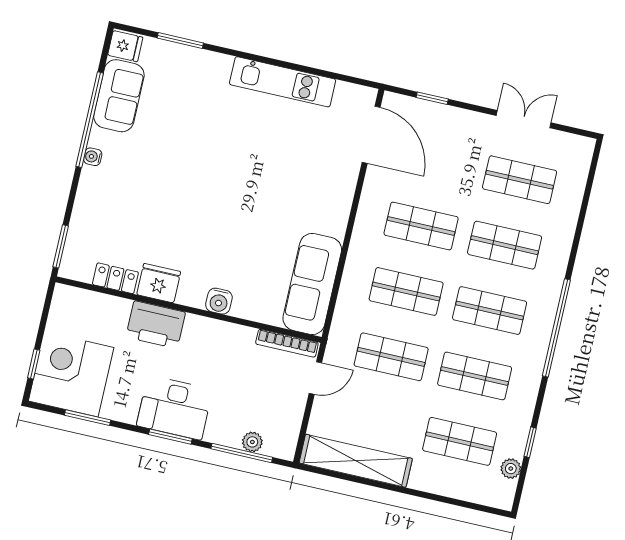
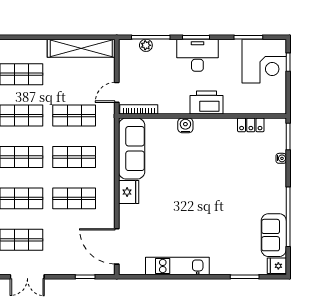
water cooler: (93, 157) -> (281, 158), moved
fridge: (159, 283) -> (129, 192), moved, turned -90
printer: (156, 325) -> (207, 102), moved

